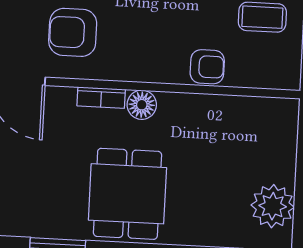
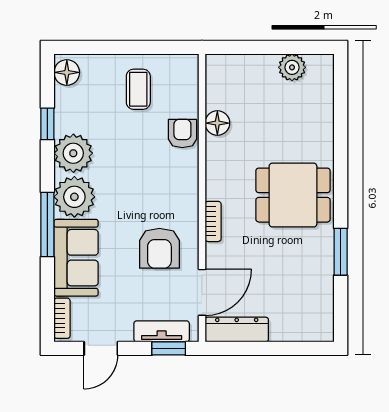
floor lamp: (142, 105) -> (217, 123), moved
plant: (273, 206) -> (292, 67), width x0.73, depth x0.73

